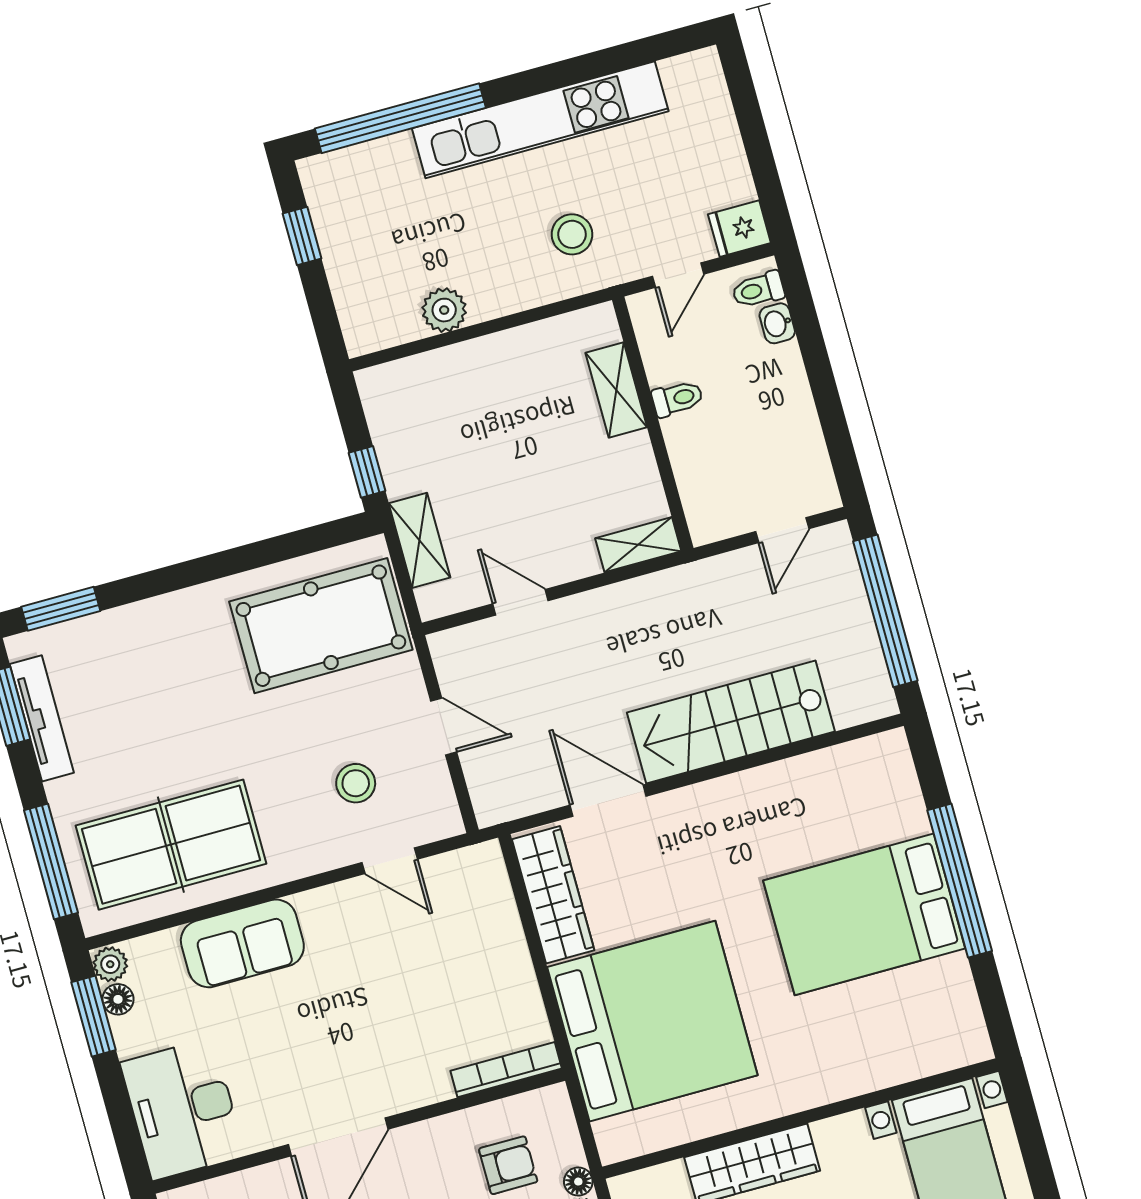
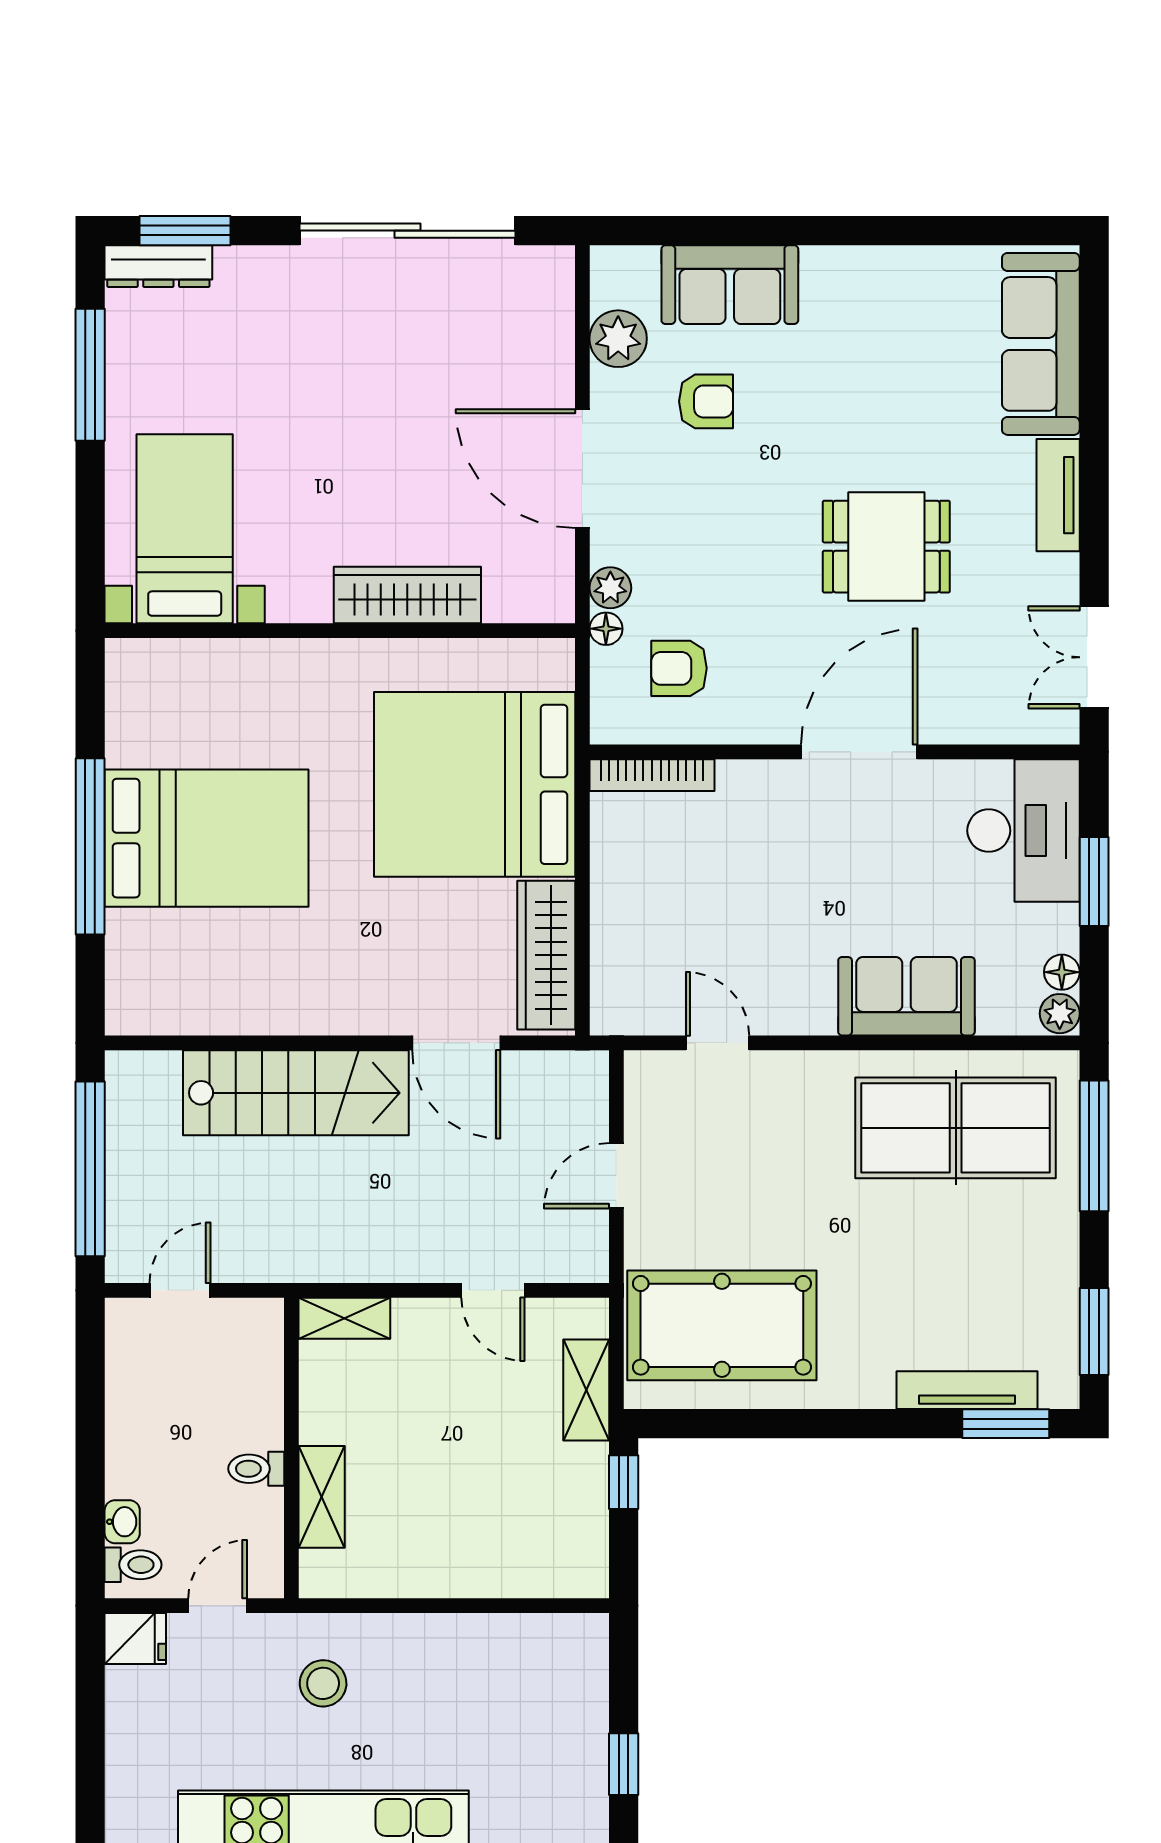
plant: (444, 310) -> (488, 1638), removed
tv unit: (42, 718) -> (967, 1390), moved, turned 90
door: (444, 726) -> (616, 1176), hinge flipped
stool: (356, 783) -> (732, 1140), removed
window: (94, 1016) -> (1094, 882), moved

